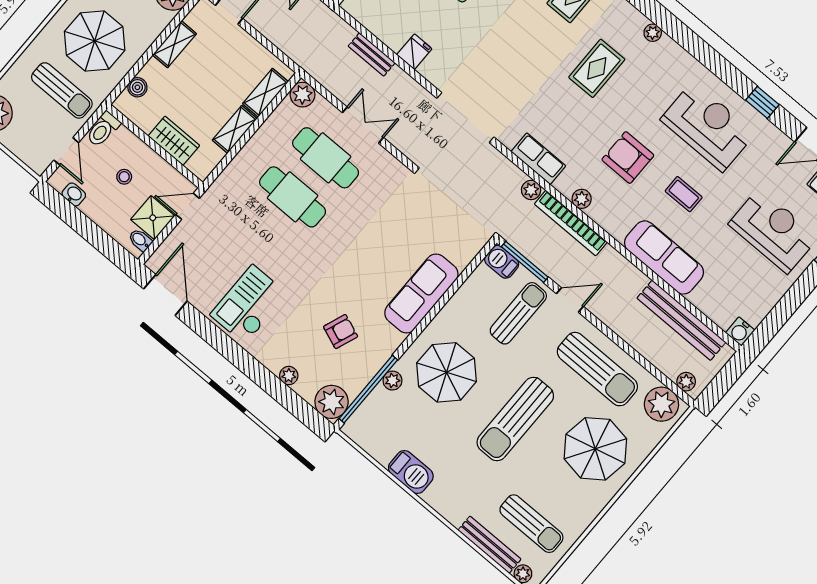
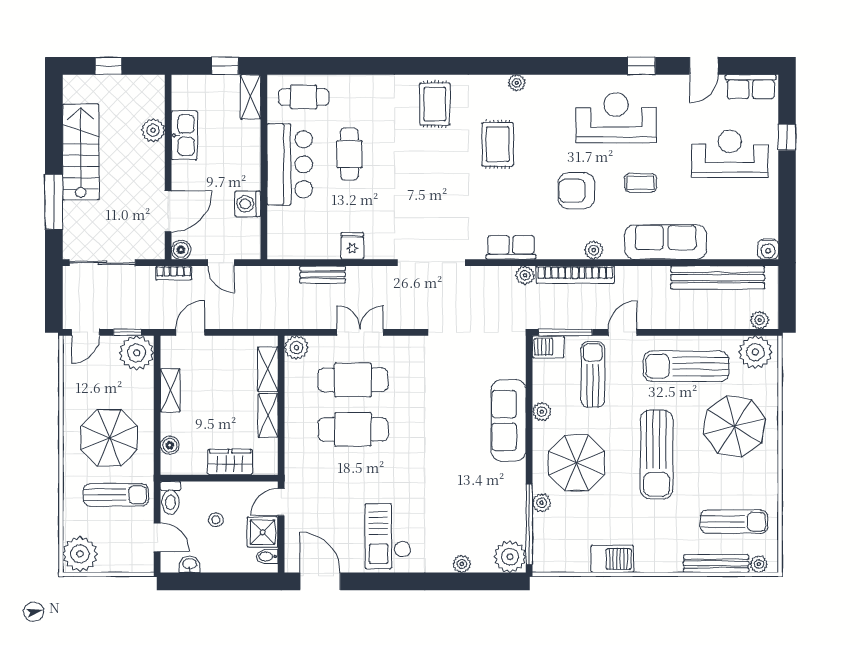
plant: (582, 199) -> (594, 250), moved
plant: (453, 309) -> (542, 412), added
armchair: (341, 332) -> (473, 499), removed
sun lounger: (597, 369) -> (686, 366), turned 180

